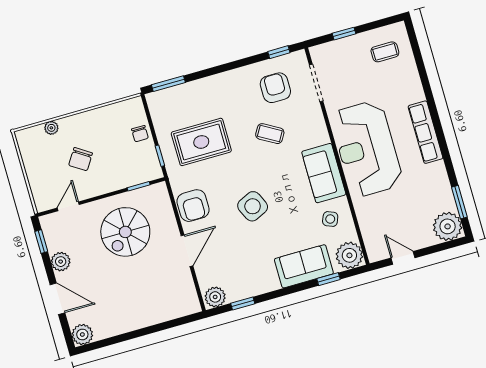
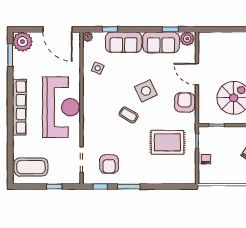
coffee table: (385, 52) -> (31, 167), width x1.86, depth x1.72
window: (168, 84) -> (129, 187), moved
row of seats: (426, 132) -> (19, 107), width x1.36
coffee table: (270, 134) -> (129, 115), moved
sofa: (324, 173) -> (161, 42), moved, turned 90
door: (187, 251) -> (197, 74), hinge flipped
plant: (349, 255) -> (88, 37), width x0.53, depth x0.53
door: (403, 258) -> (57, 29), width x1.88

